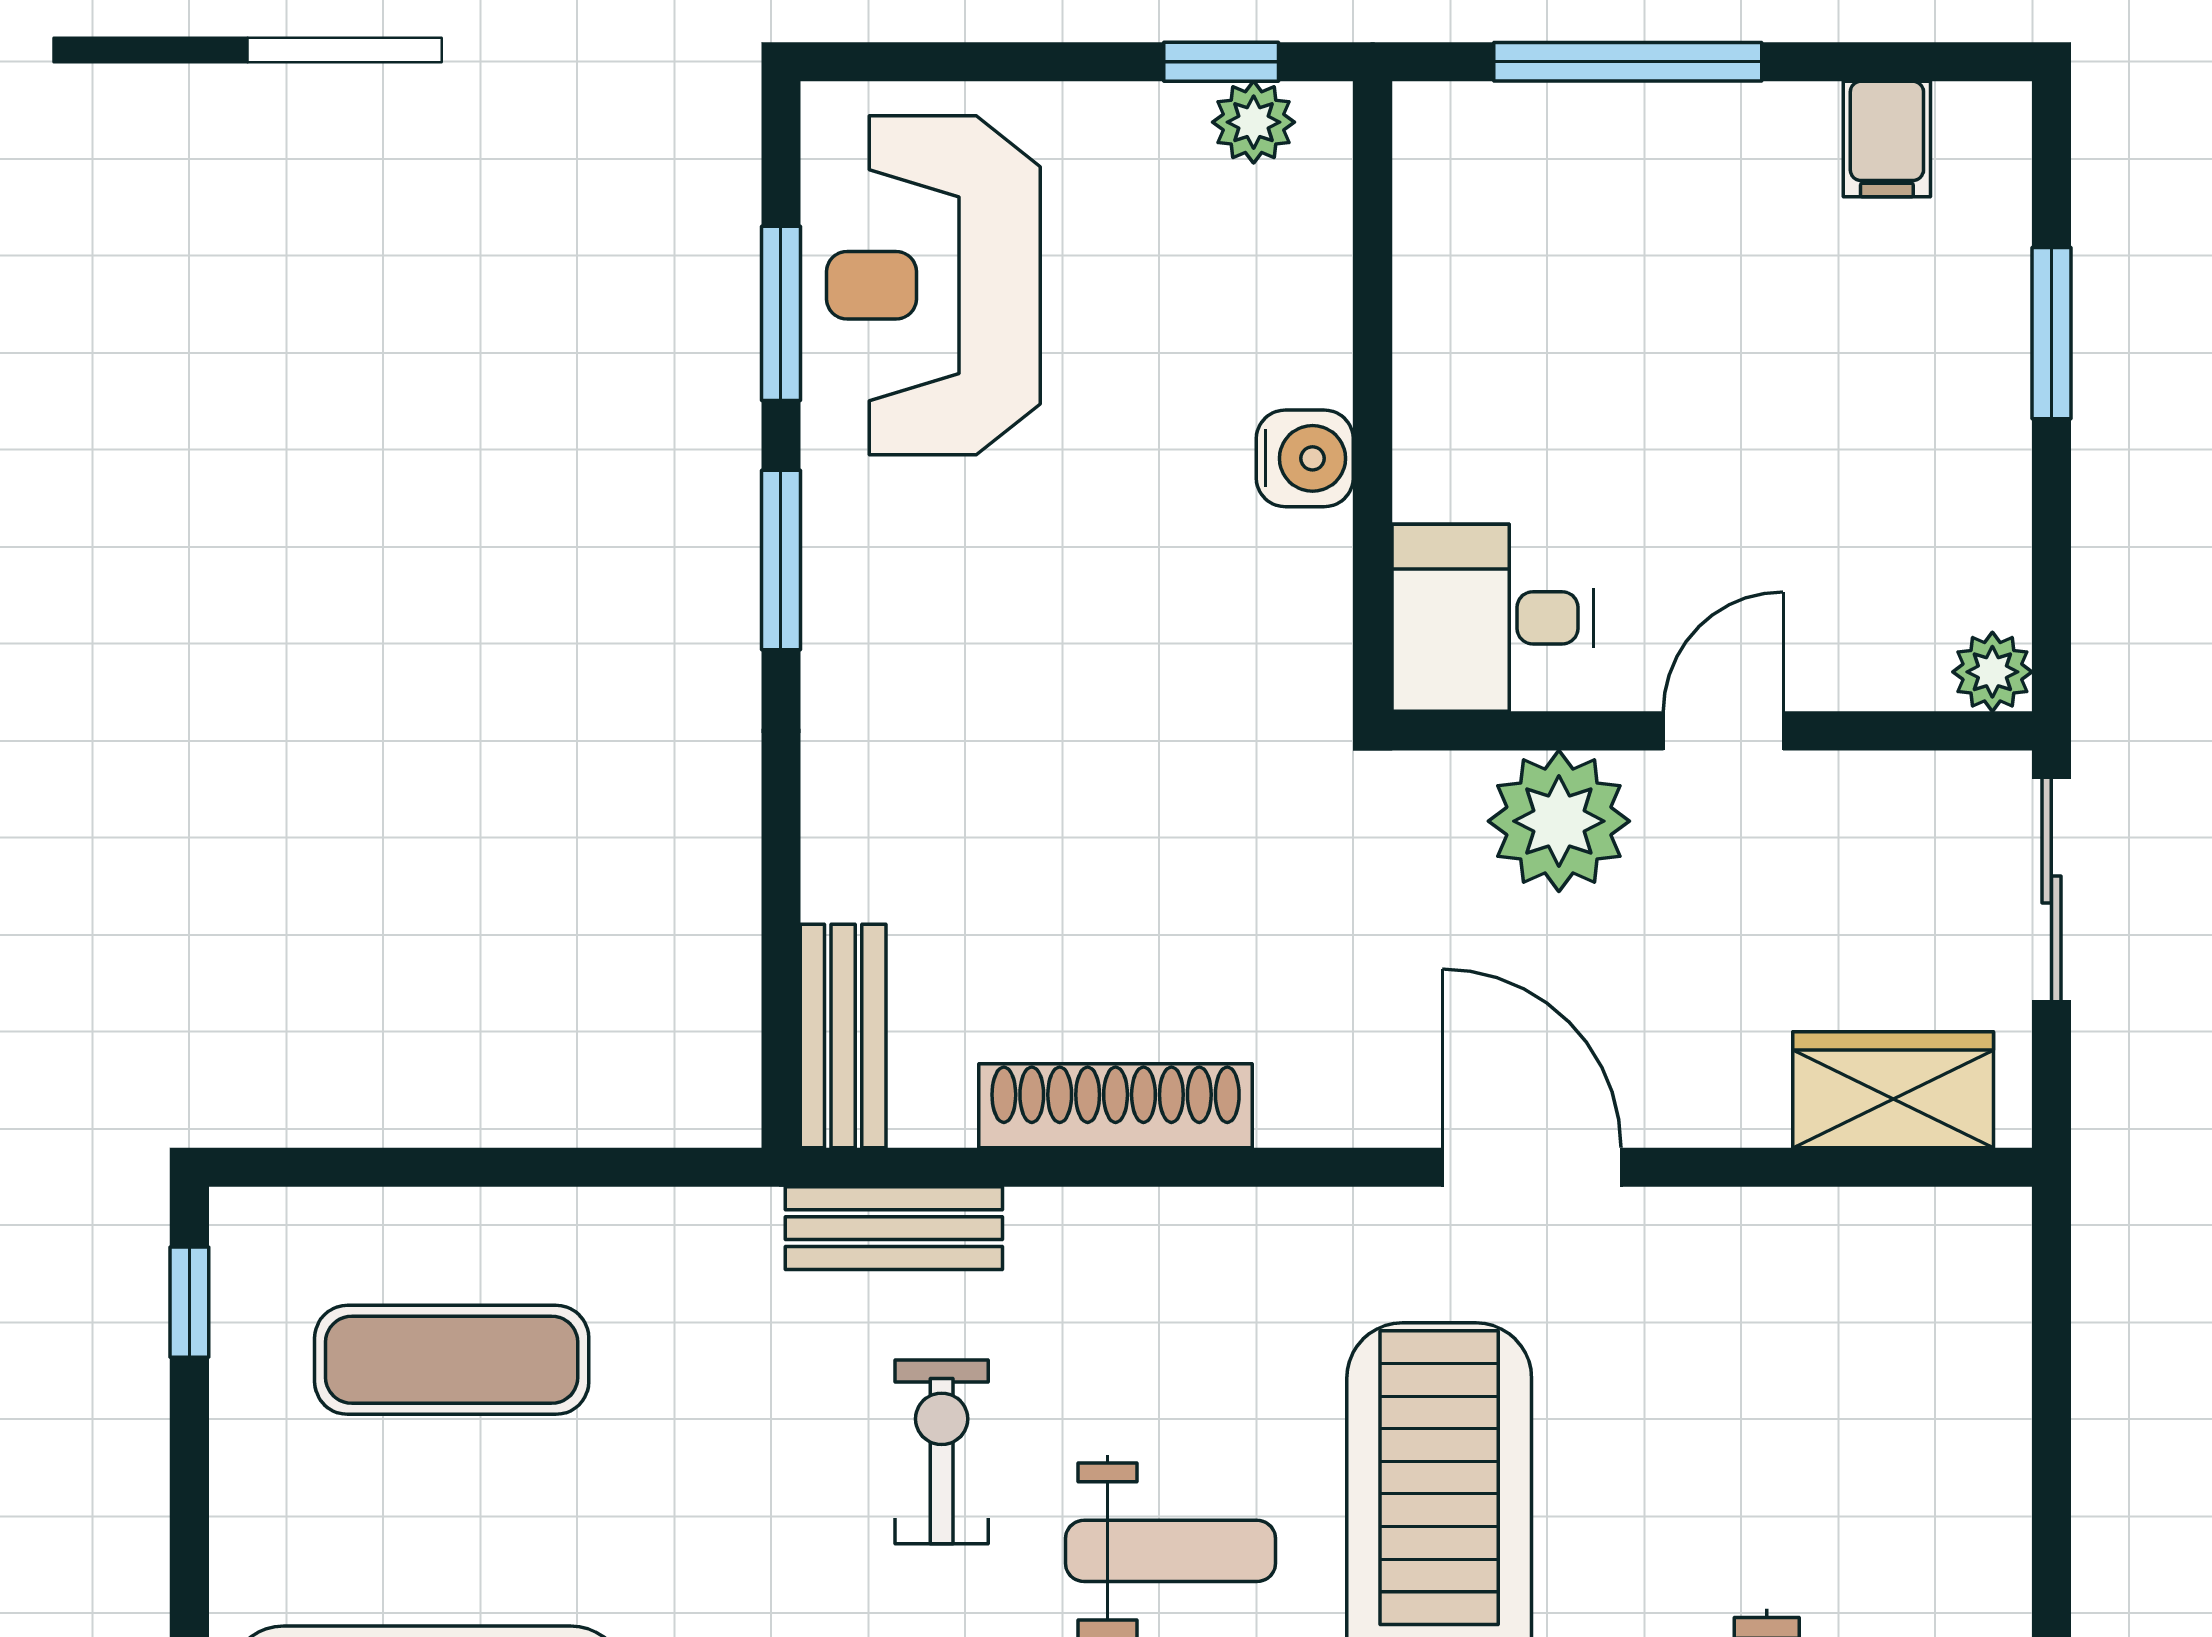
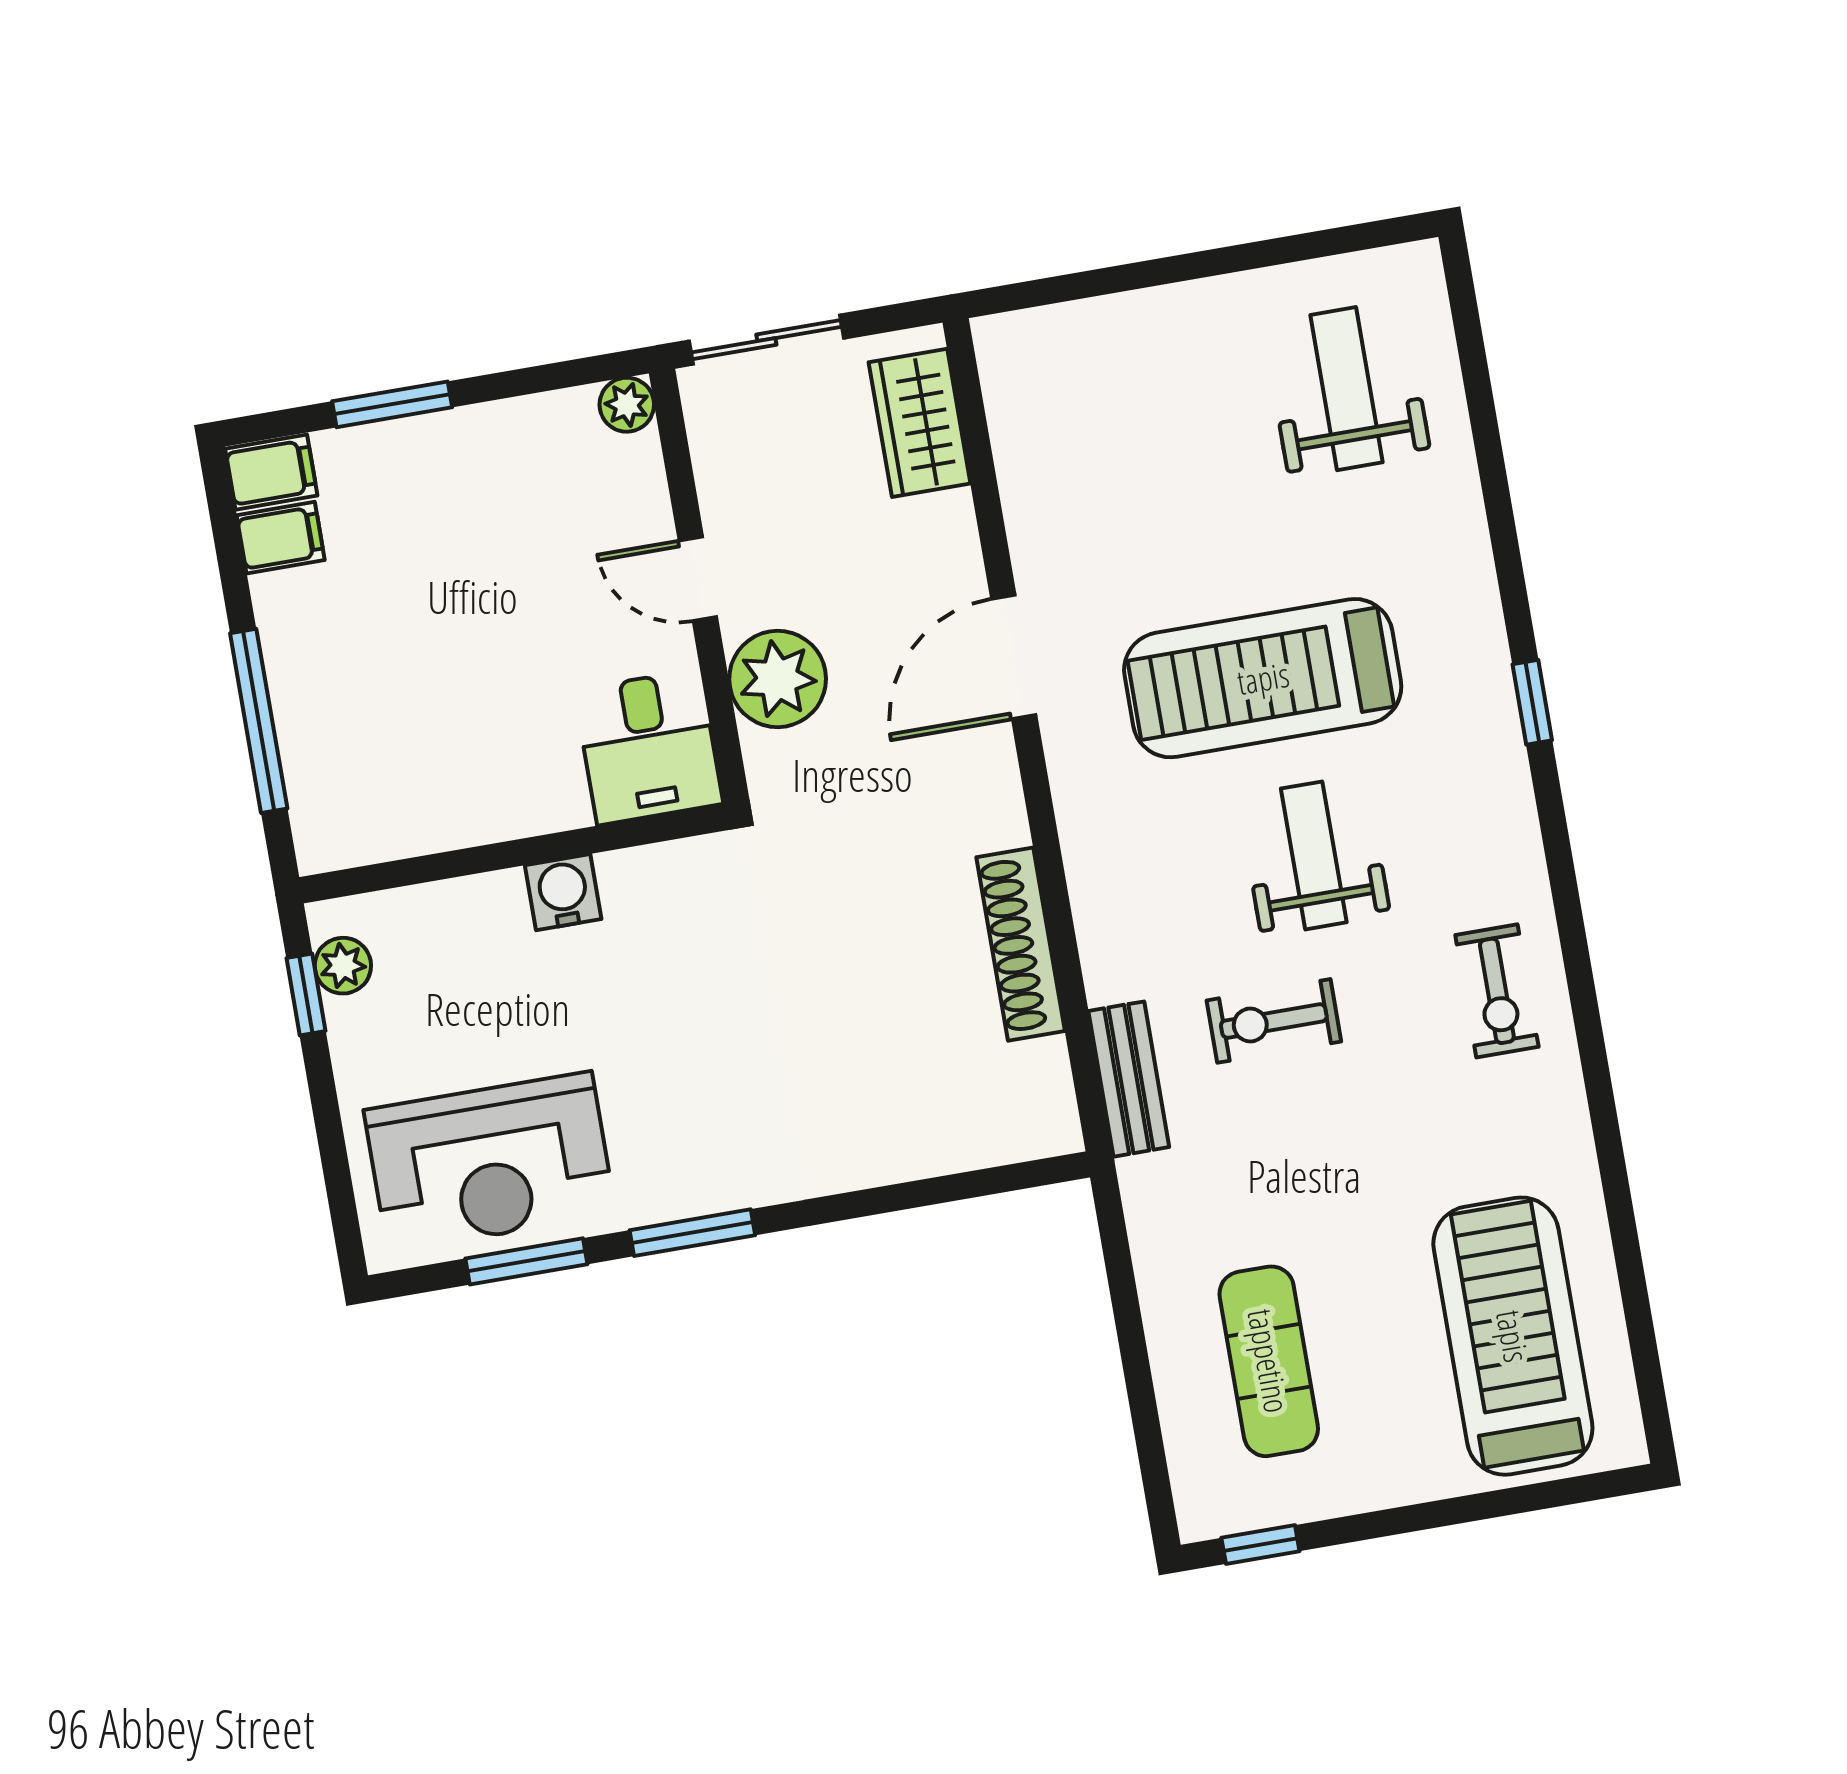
filing cabinet: (1984, 142) -> (271, 472), added
bench: (843, 1036) -> (1005, 1136), removed

